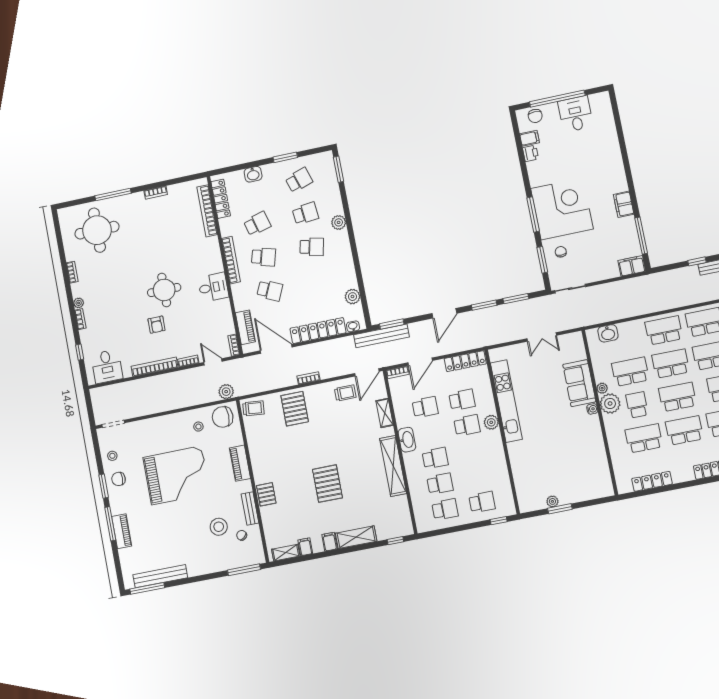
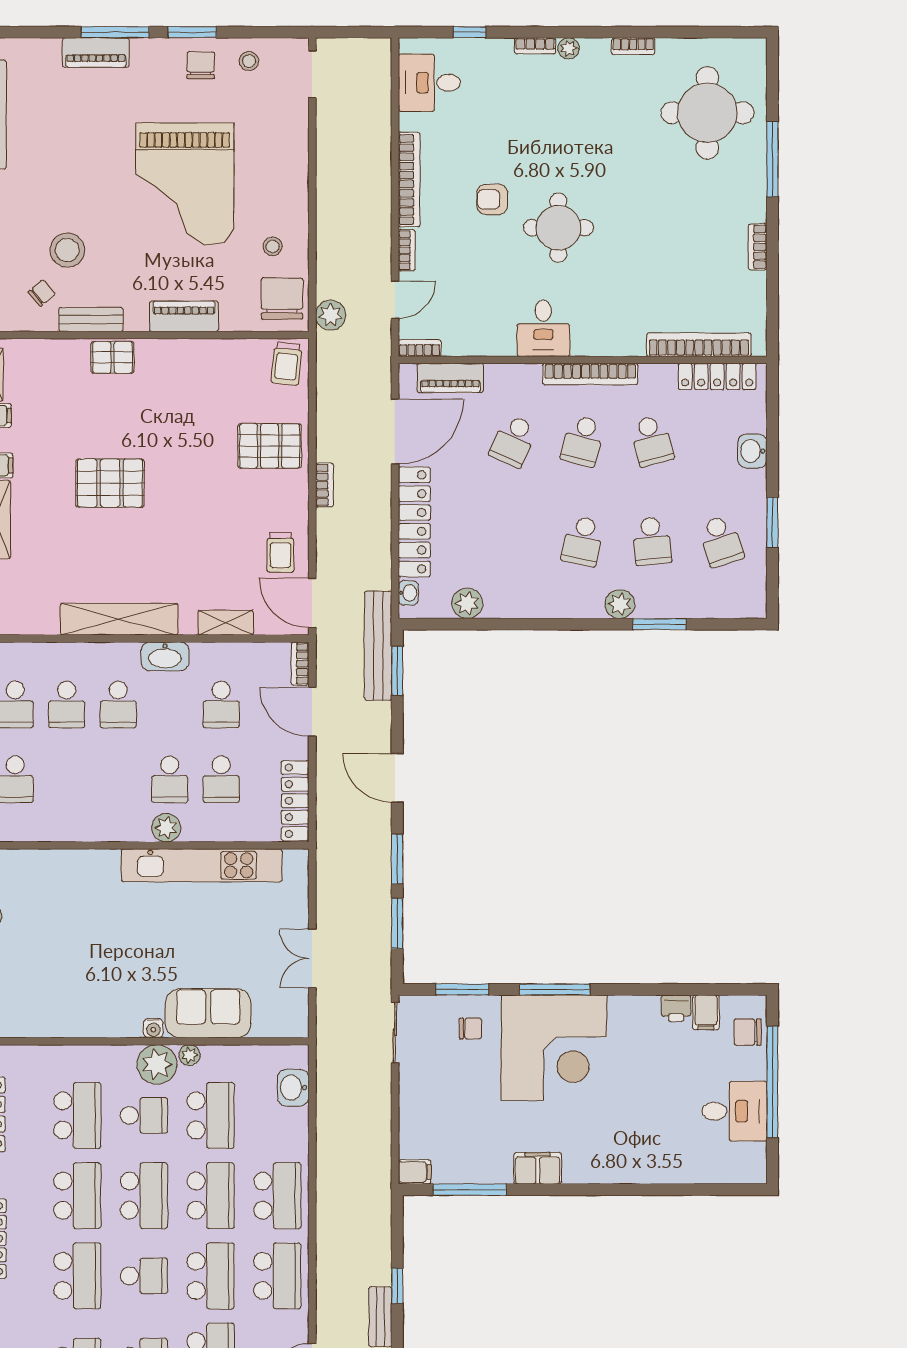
window: (339, 169) -> (660, 624), moved
filing cabinet: (632, 266) -> (415, 1172), width x0.50

